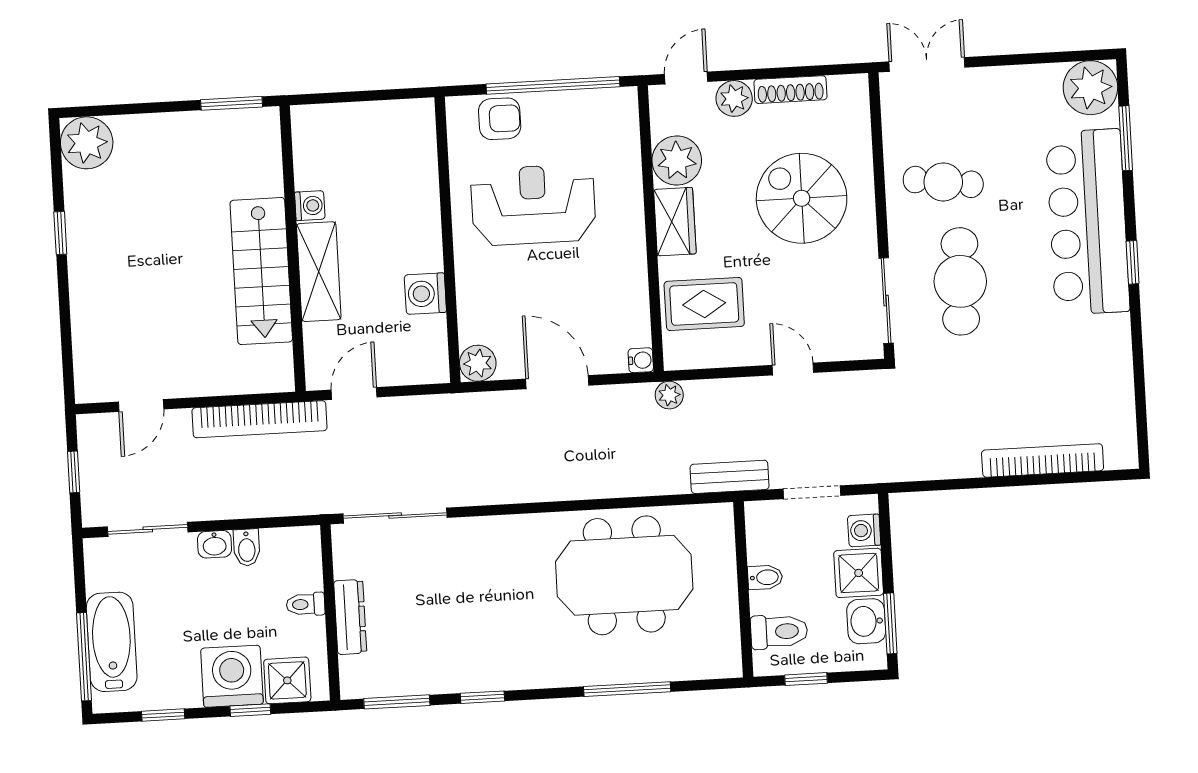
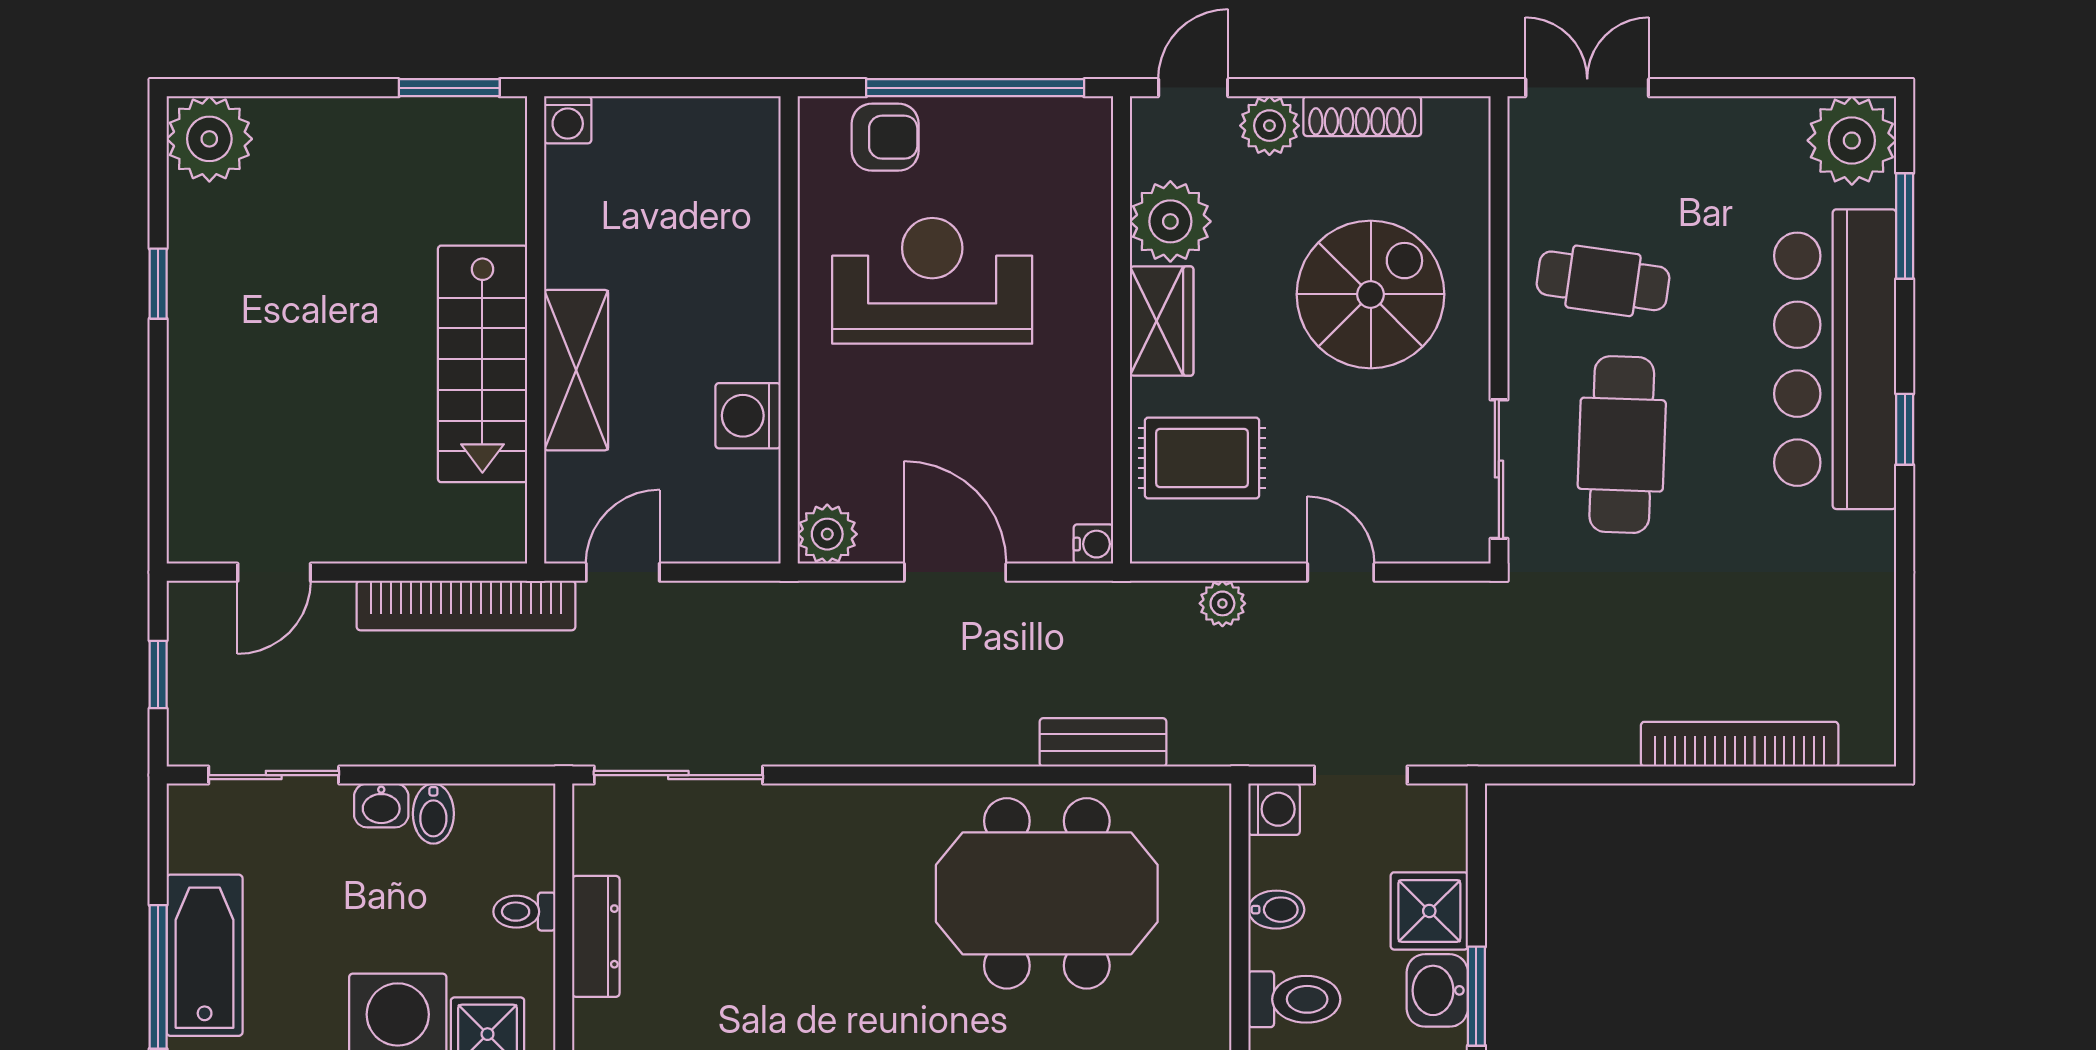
spiral stairs: (802, 198) -> (1371, 294), turned 90
washing machine: (310, 206) -> (568, 120), moved, turned 90
plant: (669, 395) -> (1222, 603), moved
bench: (730, 477) -> (1103, 742), moved
washing machine: (864, 530) -> (1274, 809), moved, turned 180

